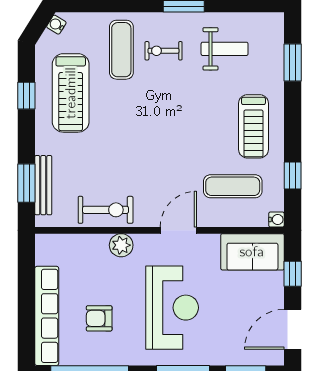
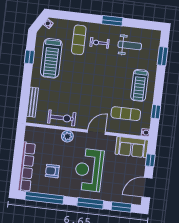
window: (26, 183) -> (24, 100), removed
reception desk: (172, 308) -> (89, 170), turned 180

